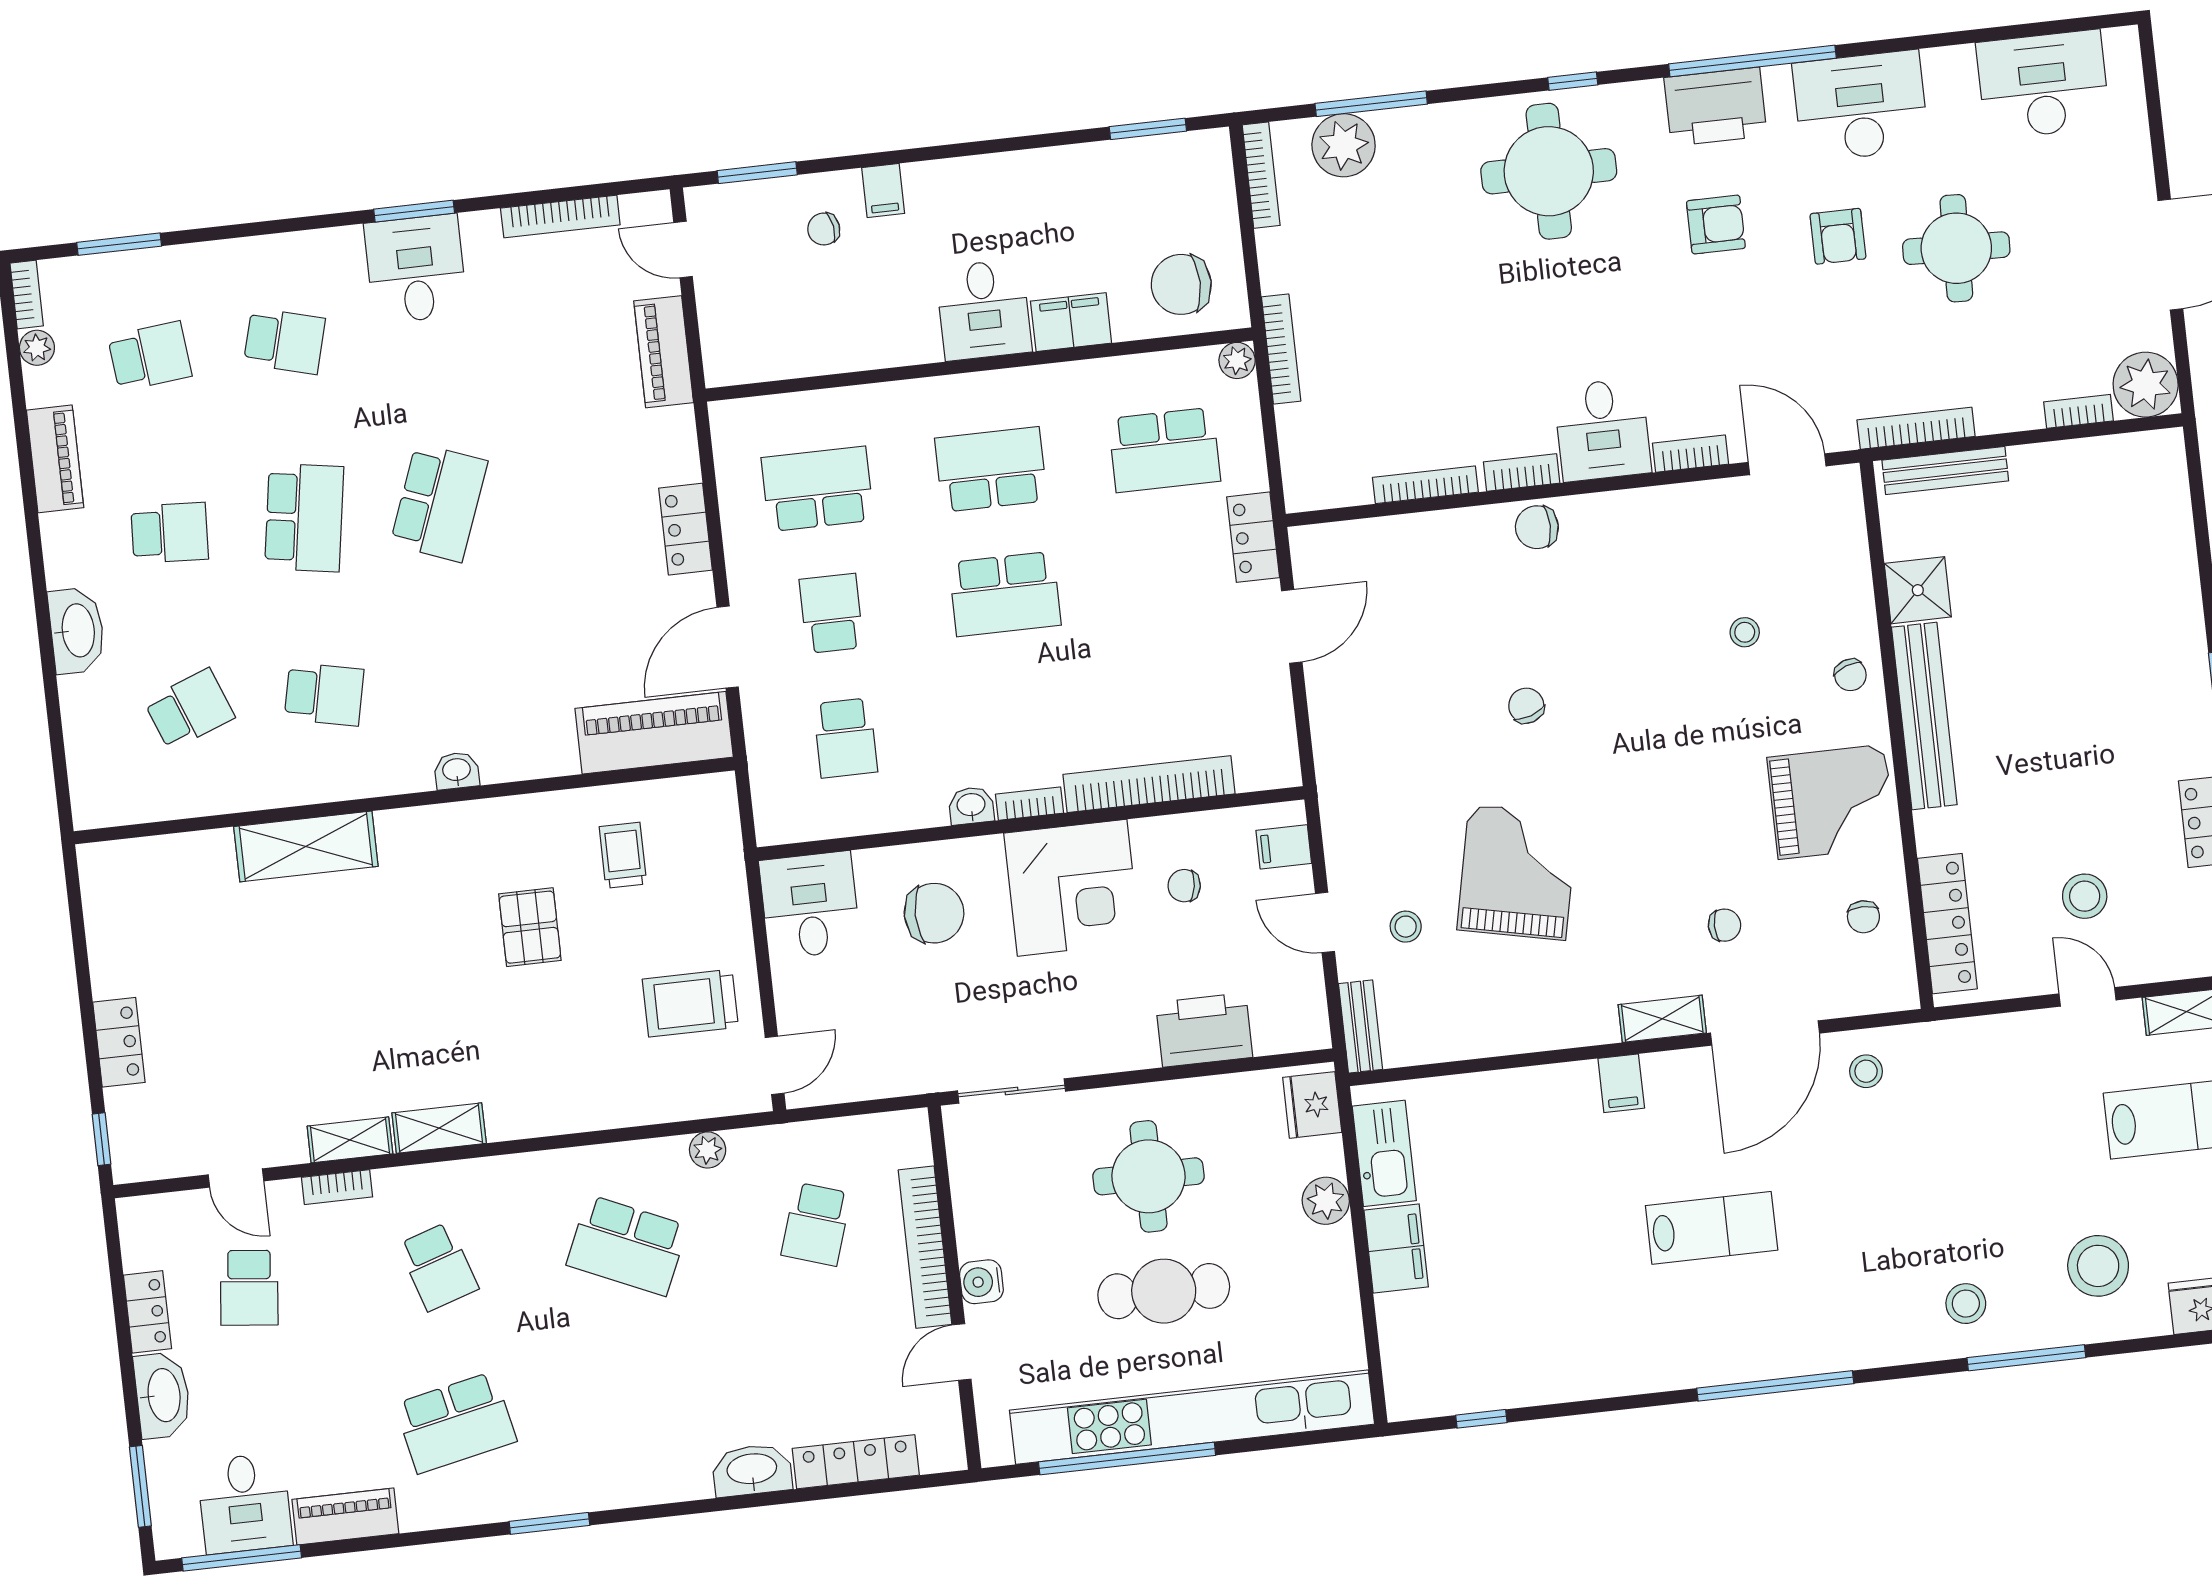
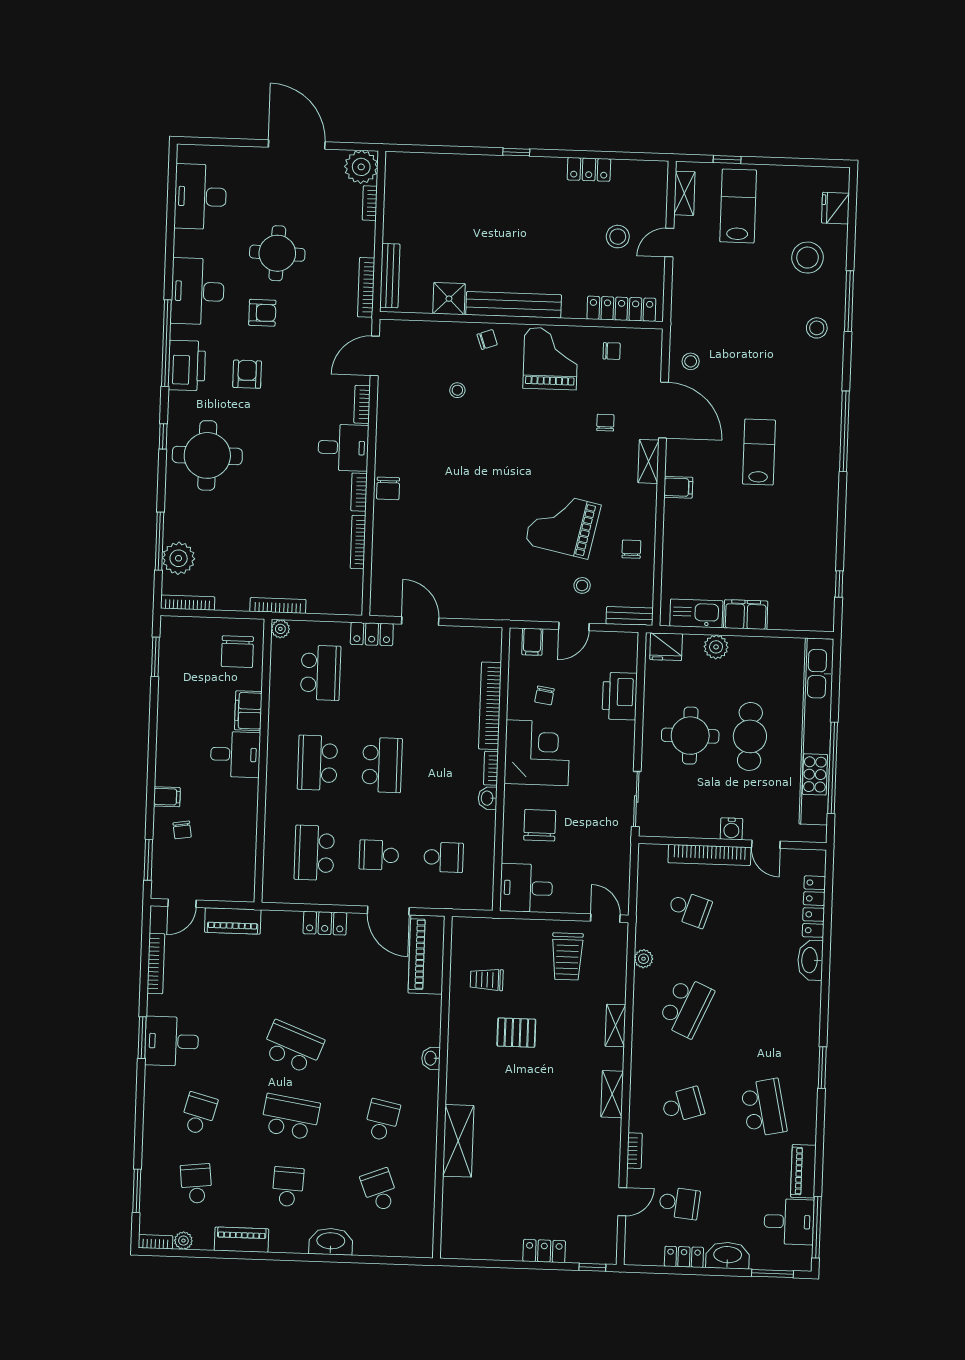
chair: (1526, 706) -> (631, 549), moved, turned 109
shelving: (350, 1140) -> (615, 1026), moved

